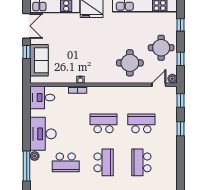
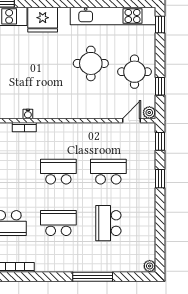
window: (180, 25) -> (160, 24), moved
round table: (130, 63) -> (91, 63), moved
school desk: (104, 162) -> (58, 223), turned -90

